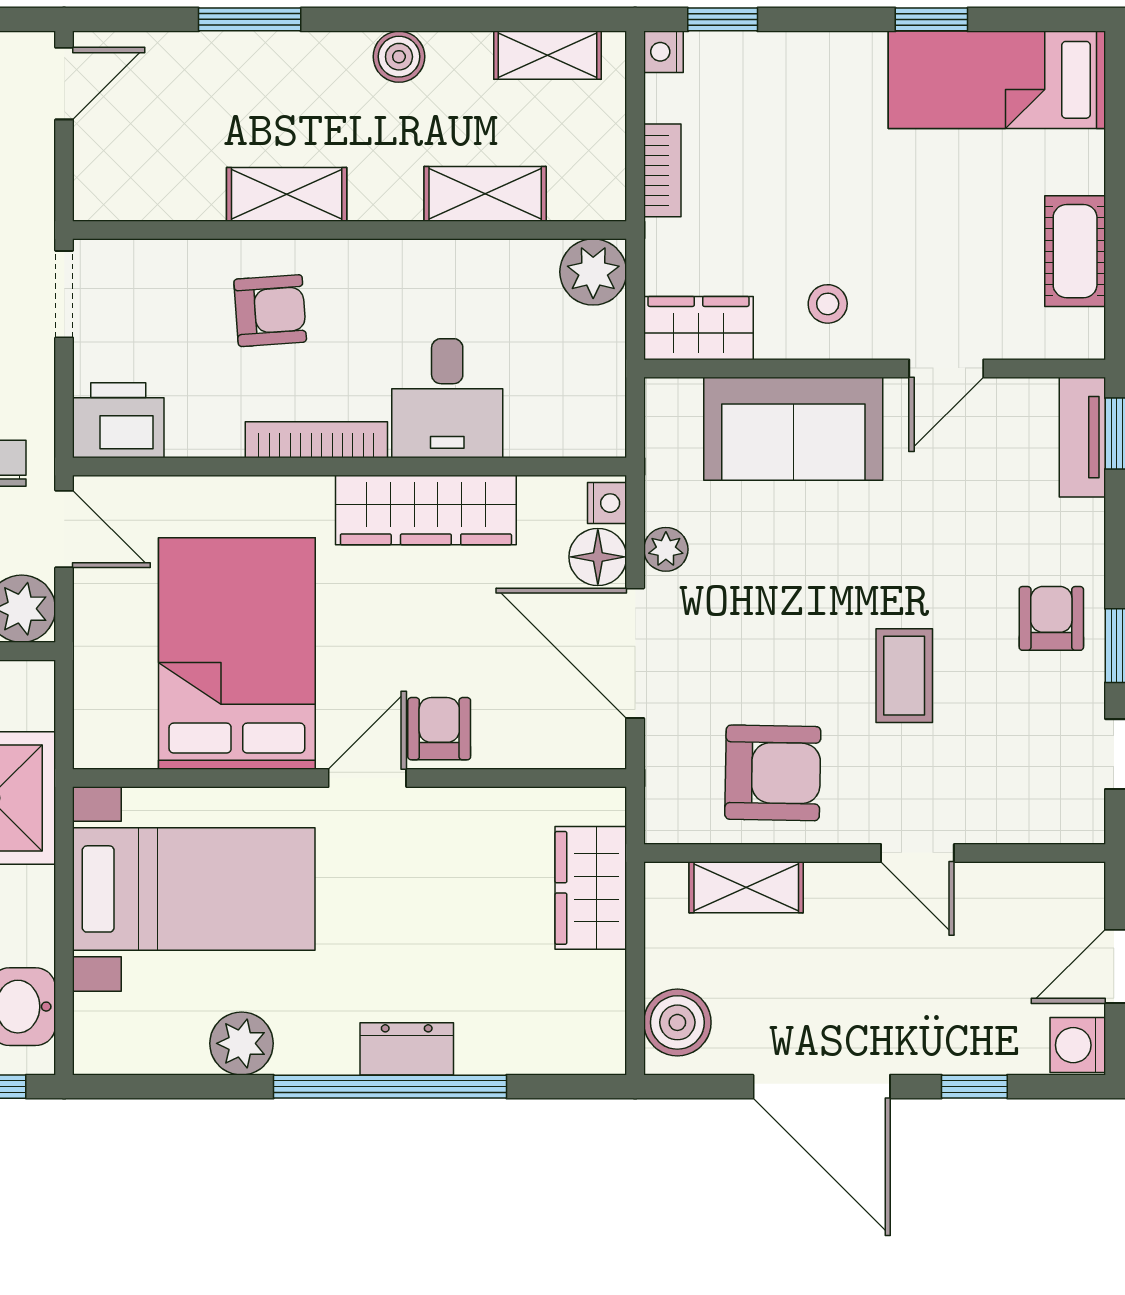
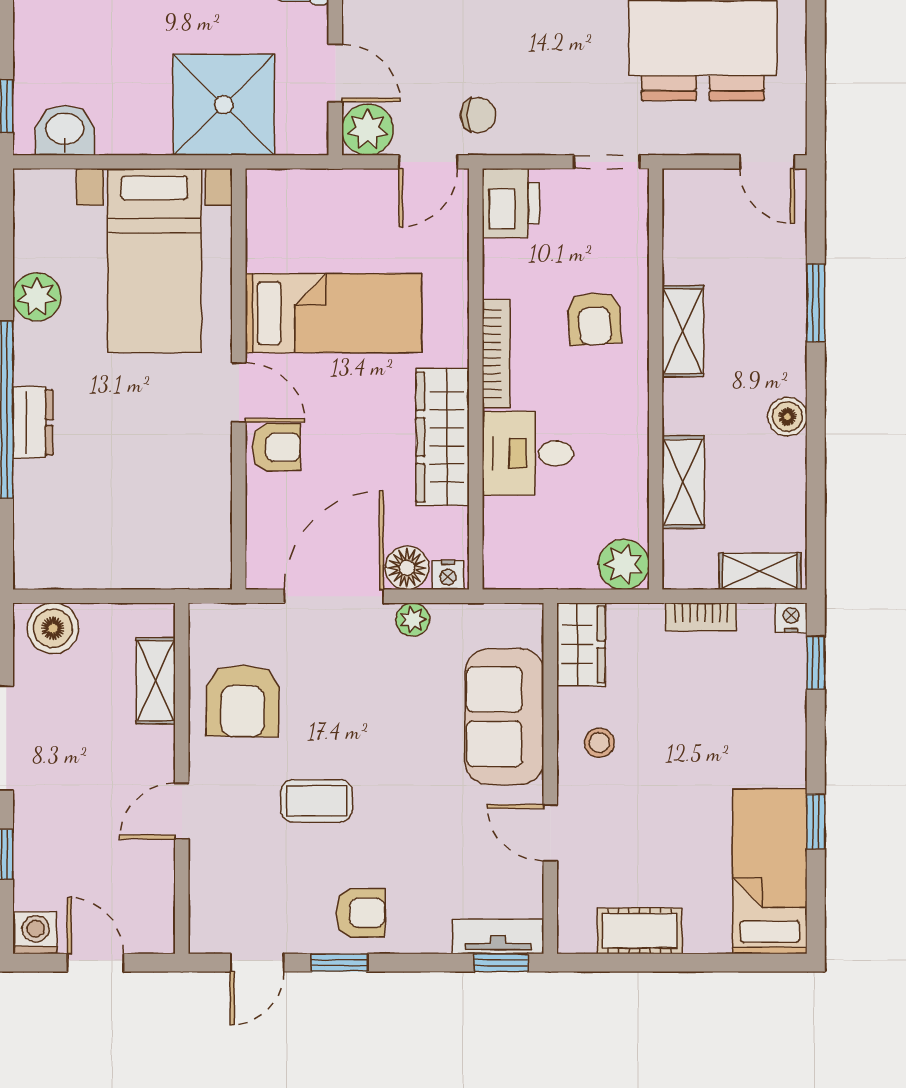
shelving: (548, 55) -> (760, 571), moved, turned 90
bed: (237, 653) -> (334, 313), width x0.67
wardrobe: (591, 888) -> (155, 563), removed

